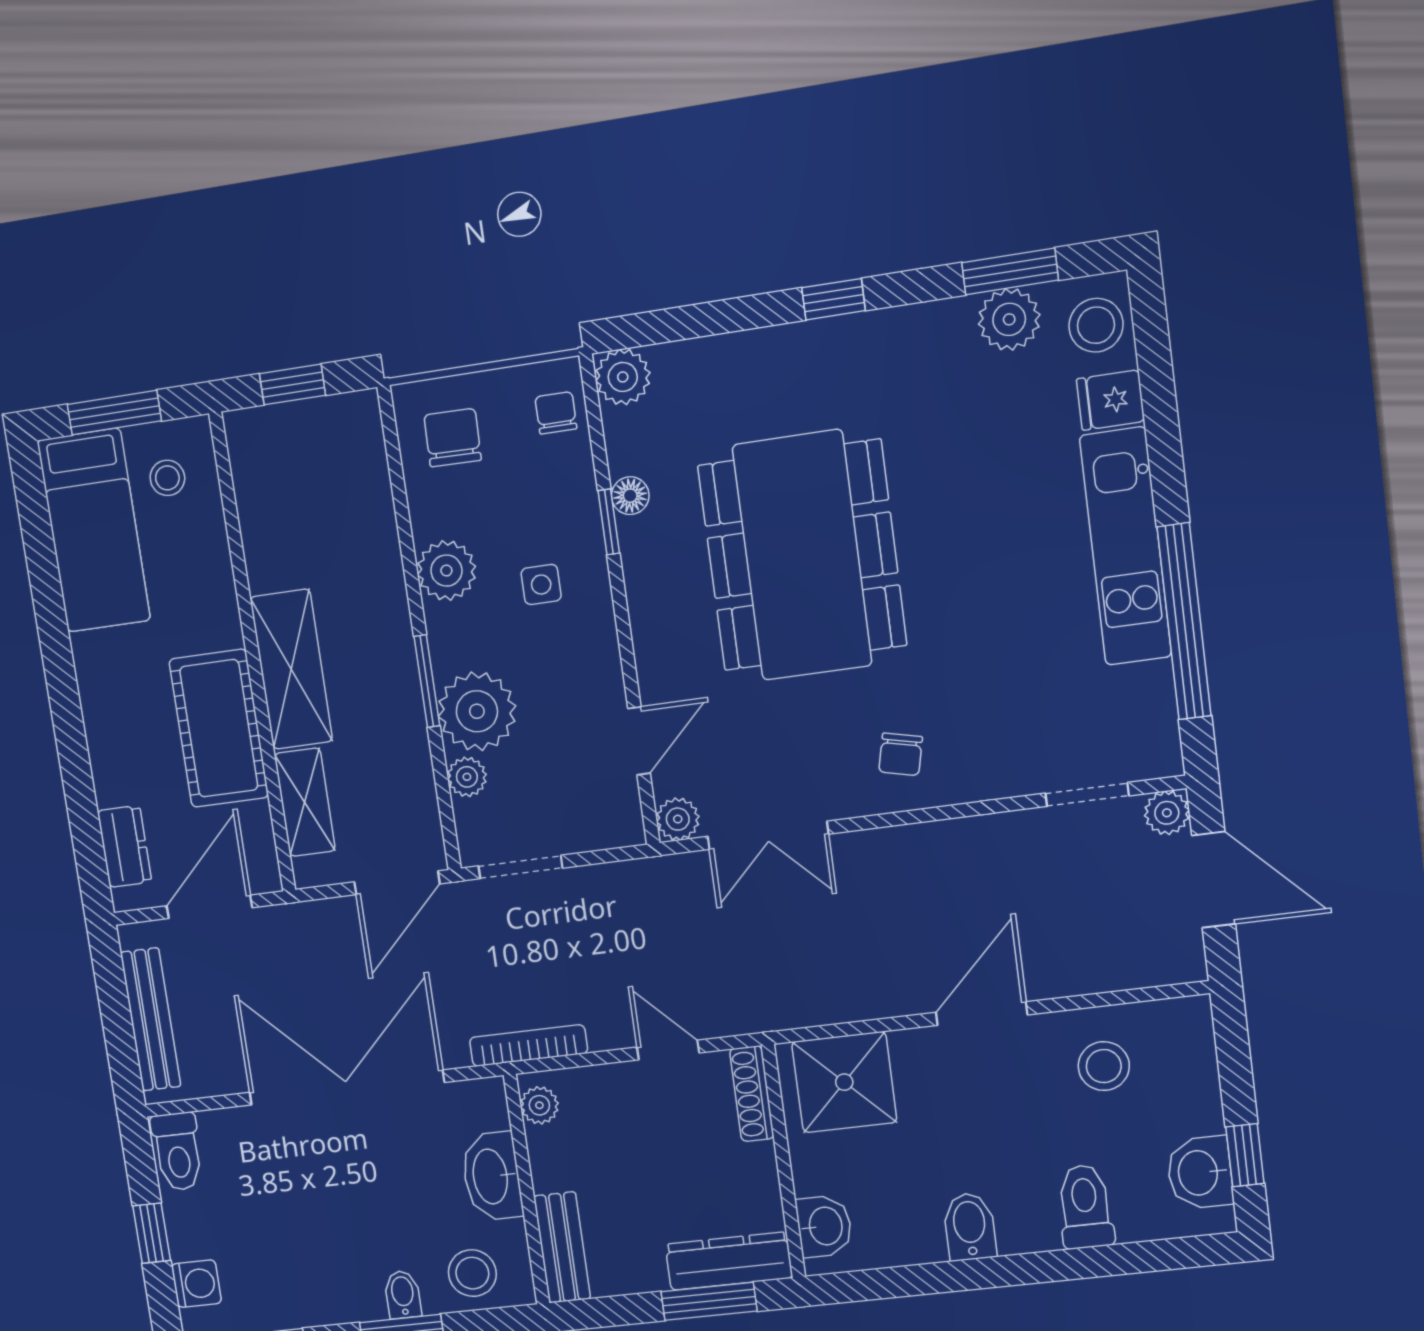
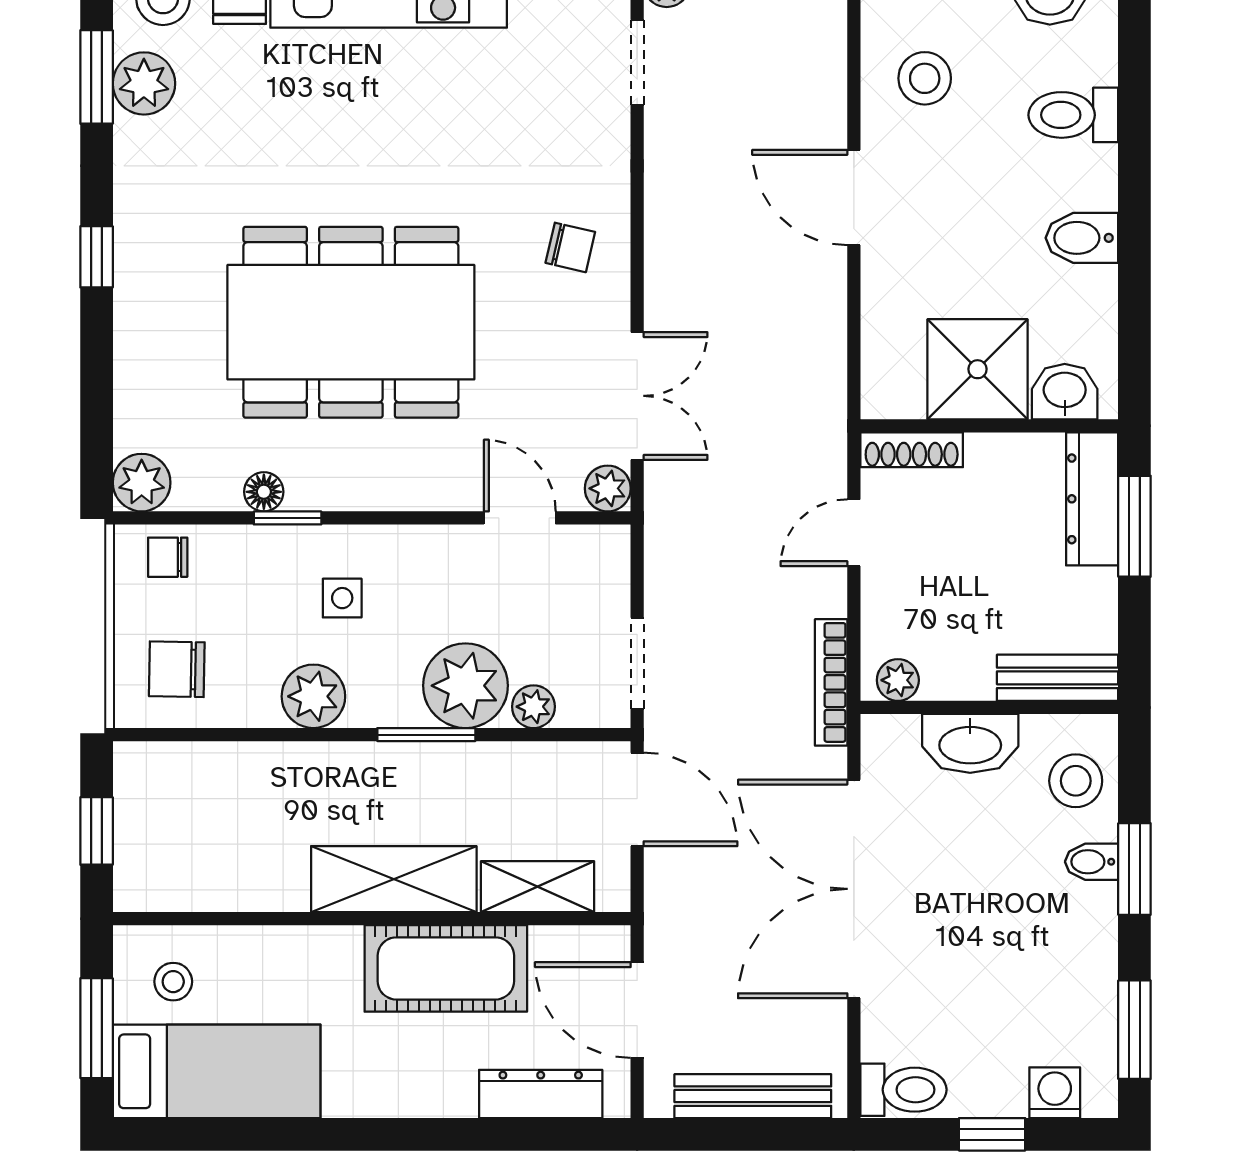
dresser: (124, 846) -> (541, 1094), width x1.44
shower: (844, 1082) -> (978, 369), moved

